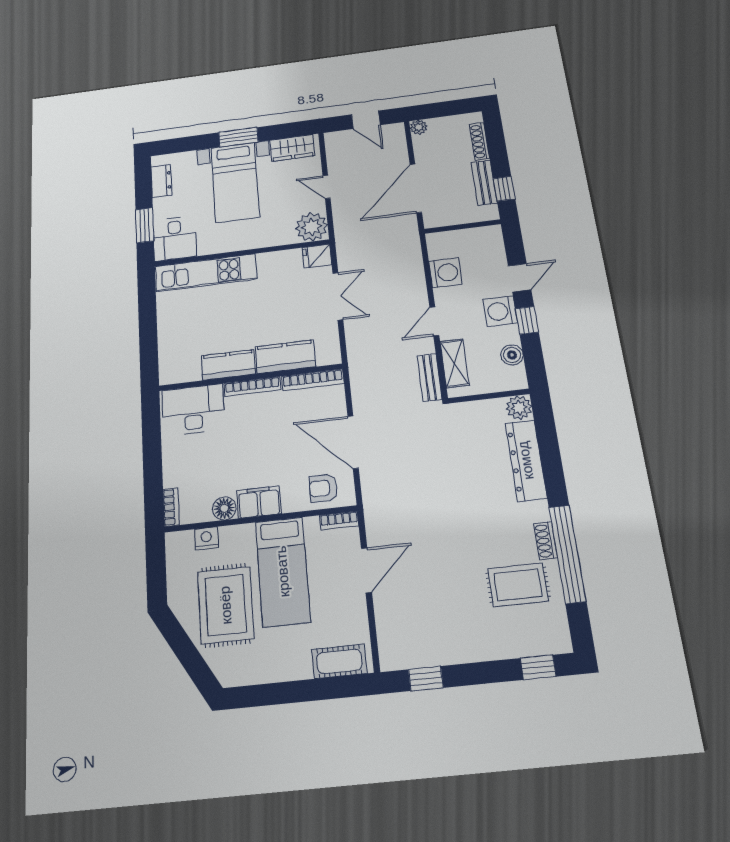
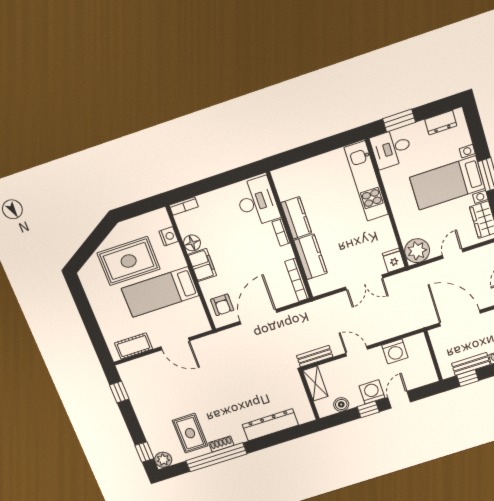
door: (520, 278) -> (399, 400), swing flipped
shelving: (455, 363) -> (315, 384), moved, turned 90
bookcase: (252, 387) -> (281, 232), width x0.64
plant: (519, 408) -> (163, 460), moved
armchair: (323, 488) -> (222, 305), turned 180
bookcase: (339, 520) -> (203, 320), removed
cot: (339, 661) -> (134, 346), moved, turned 90

